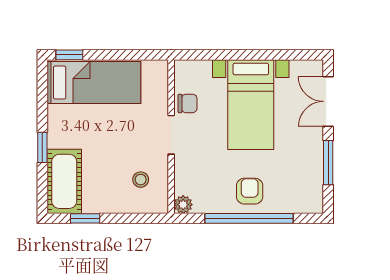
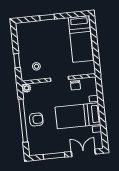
window: (69, 55) -> (93, 26), removed
cot: (64, 181) -> (32, 30), removed
window: (85, 218) -> (17, 61), moved

